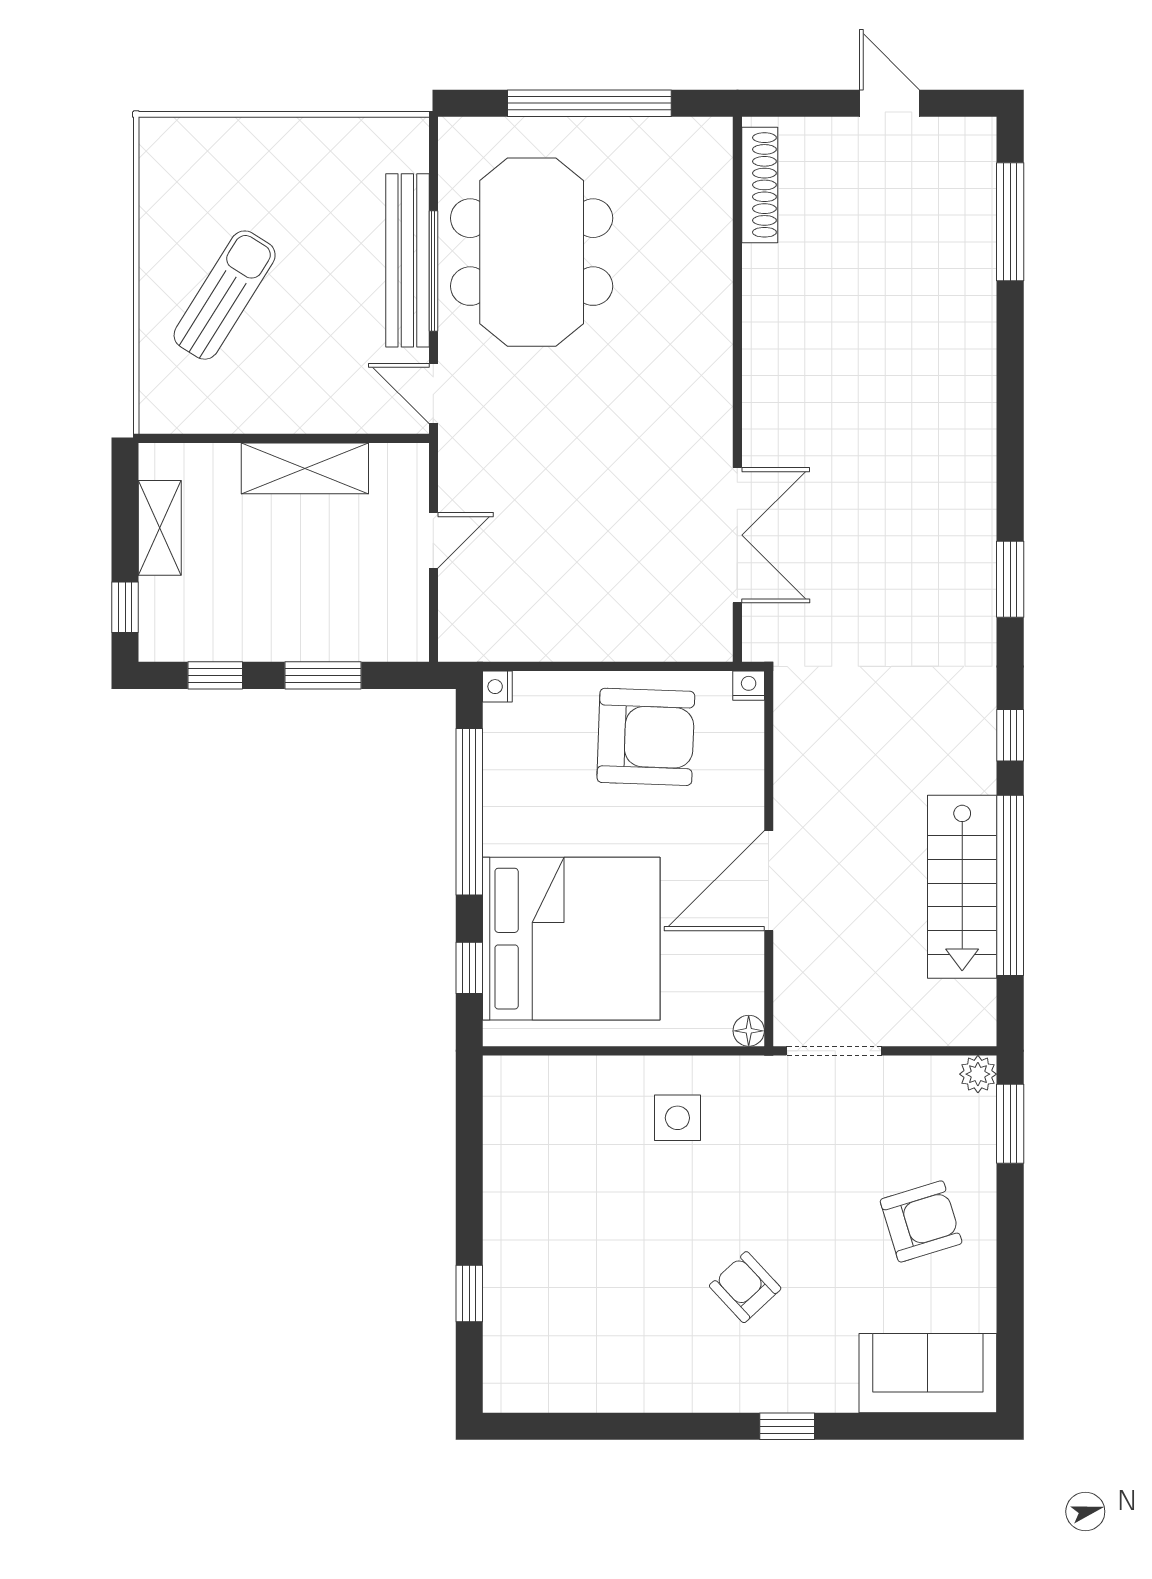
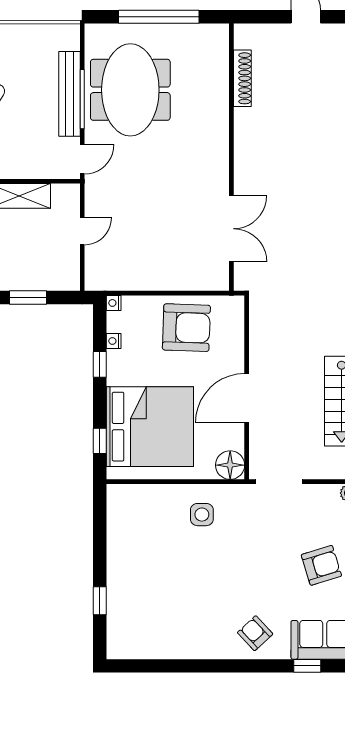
shoe rack: (760, 185) -> (242, 78), moved
door: (433, 393) -> (82, 159), swing flipped
nightstand: (749, 686) -> (114, 341), moved, turned -90
window: (469, 812) -> (100, 364), width x0.32
floor lamp: (749, 1031) -> (230, 465), width x1.89, depth x1.89
armchair: (745, 1287) -> (255, 633), moved
window: (787, 1426) -> (307, 666), moved

